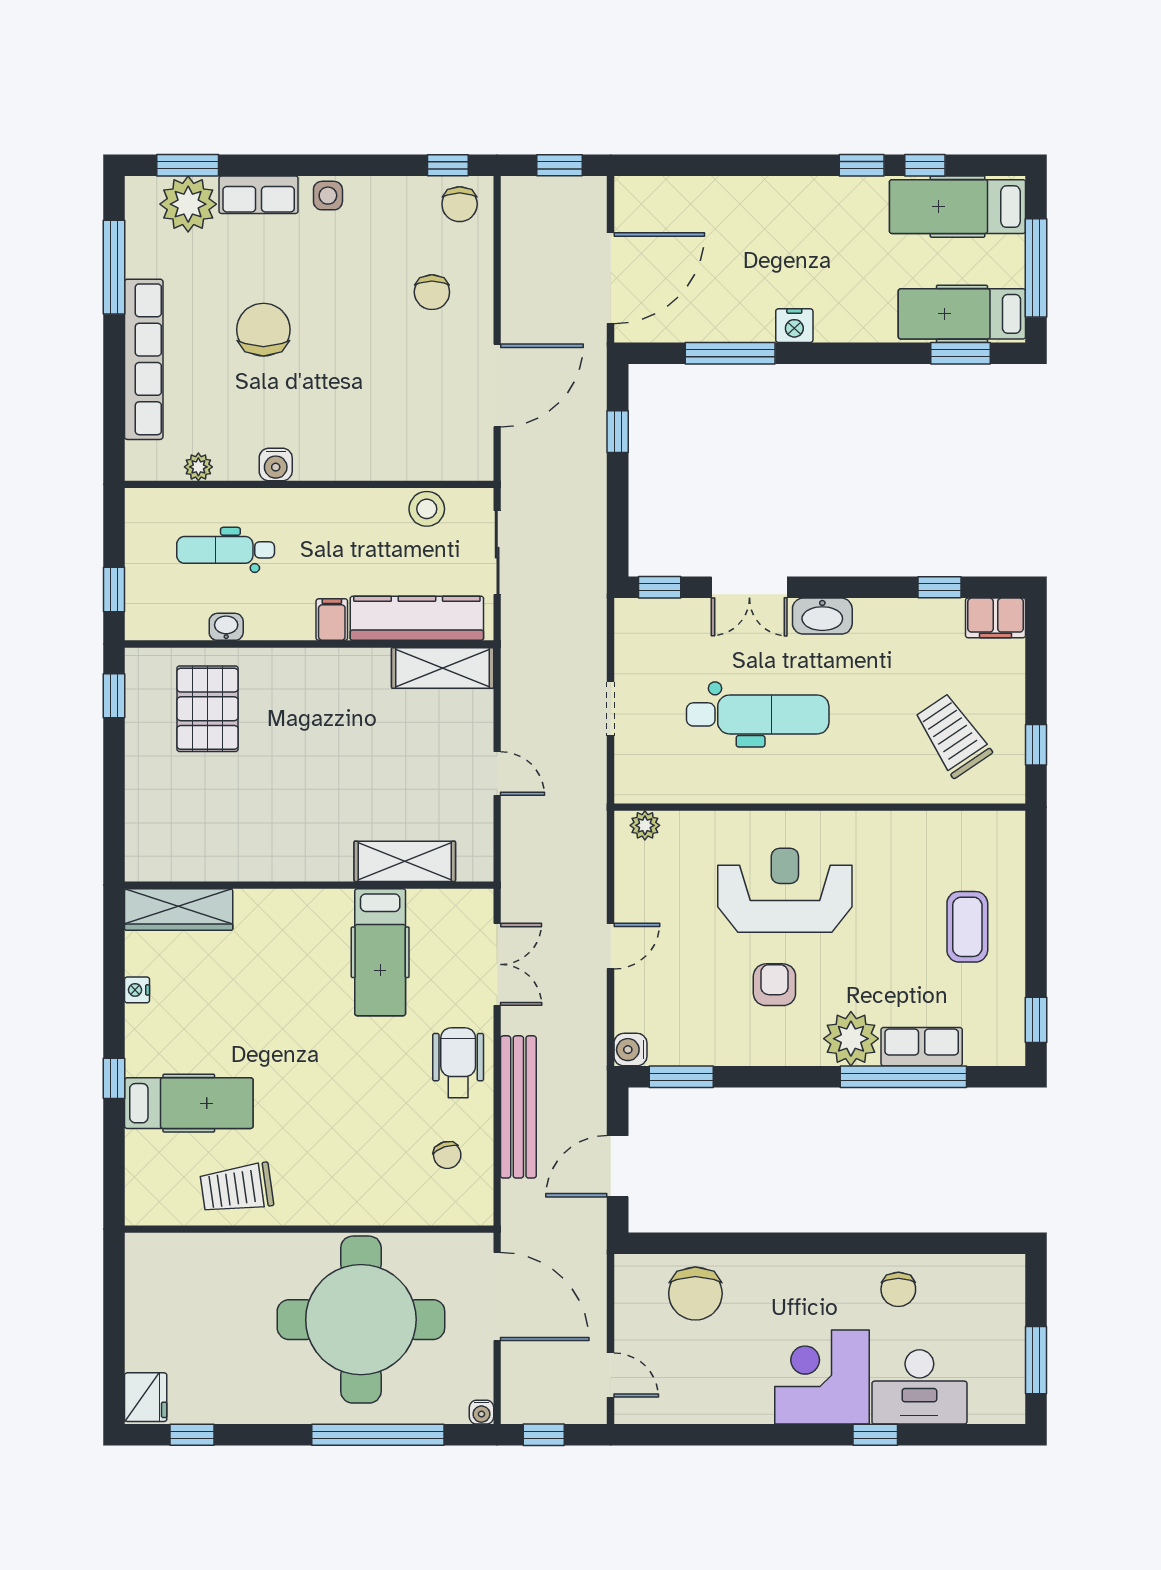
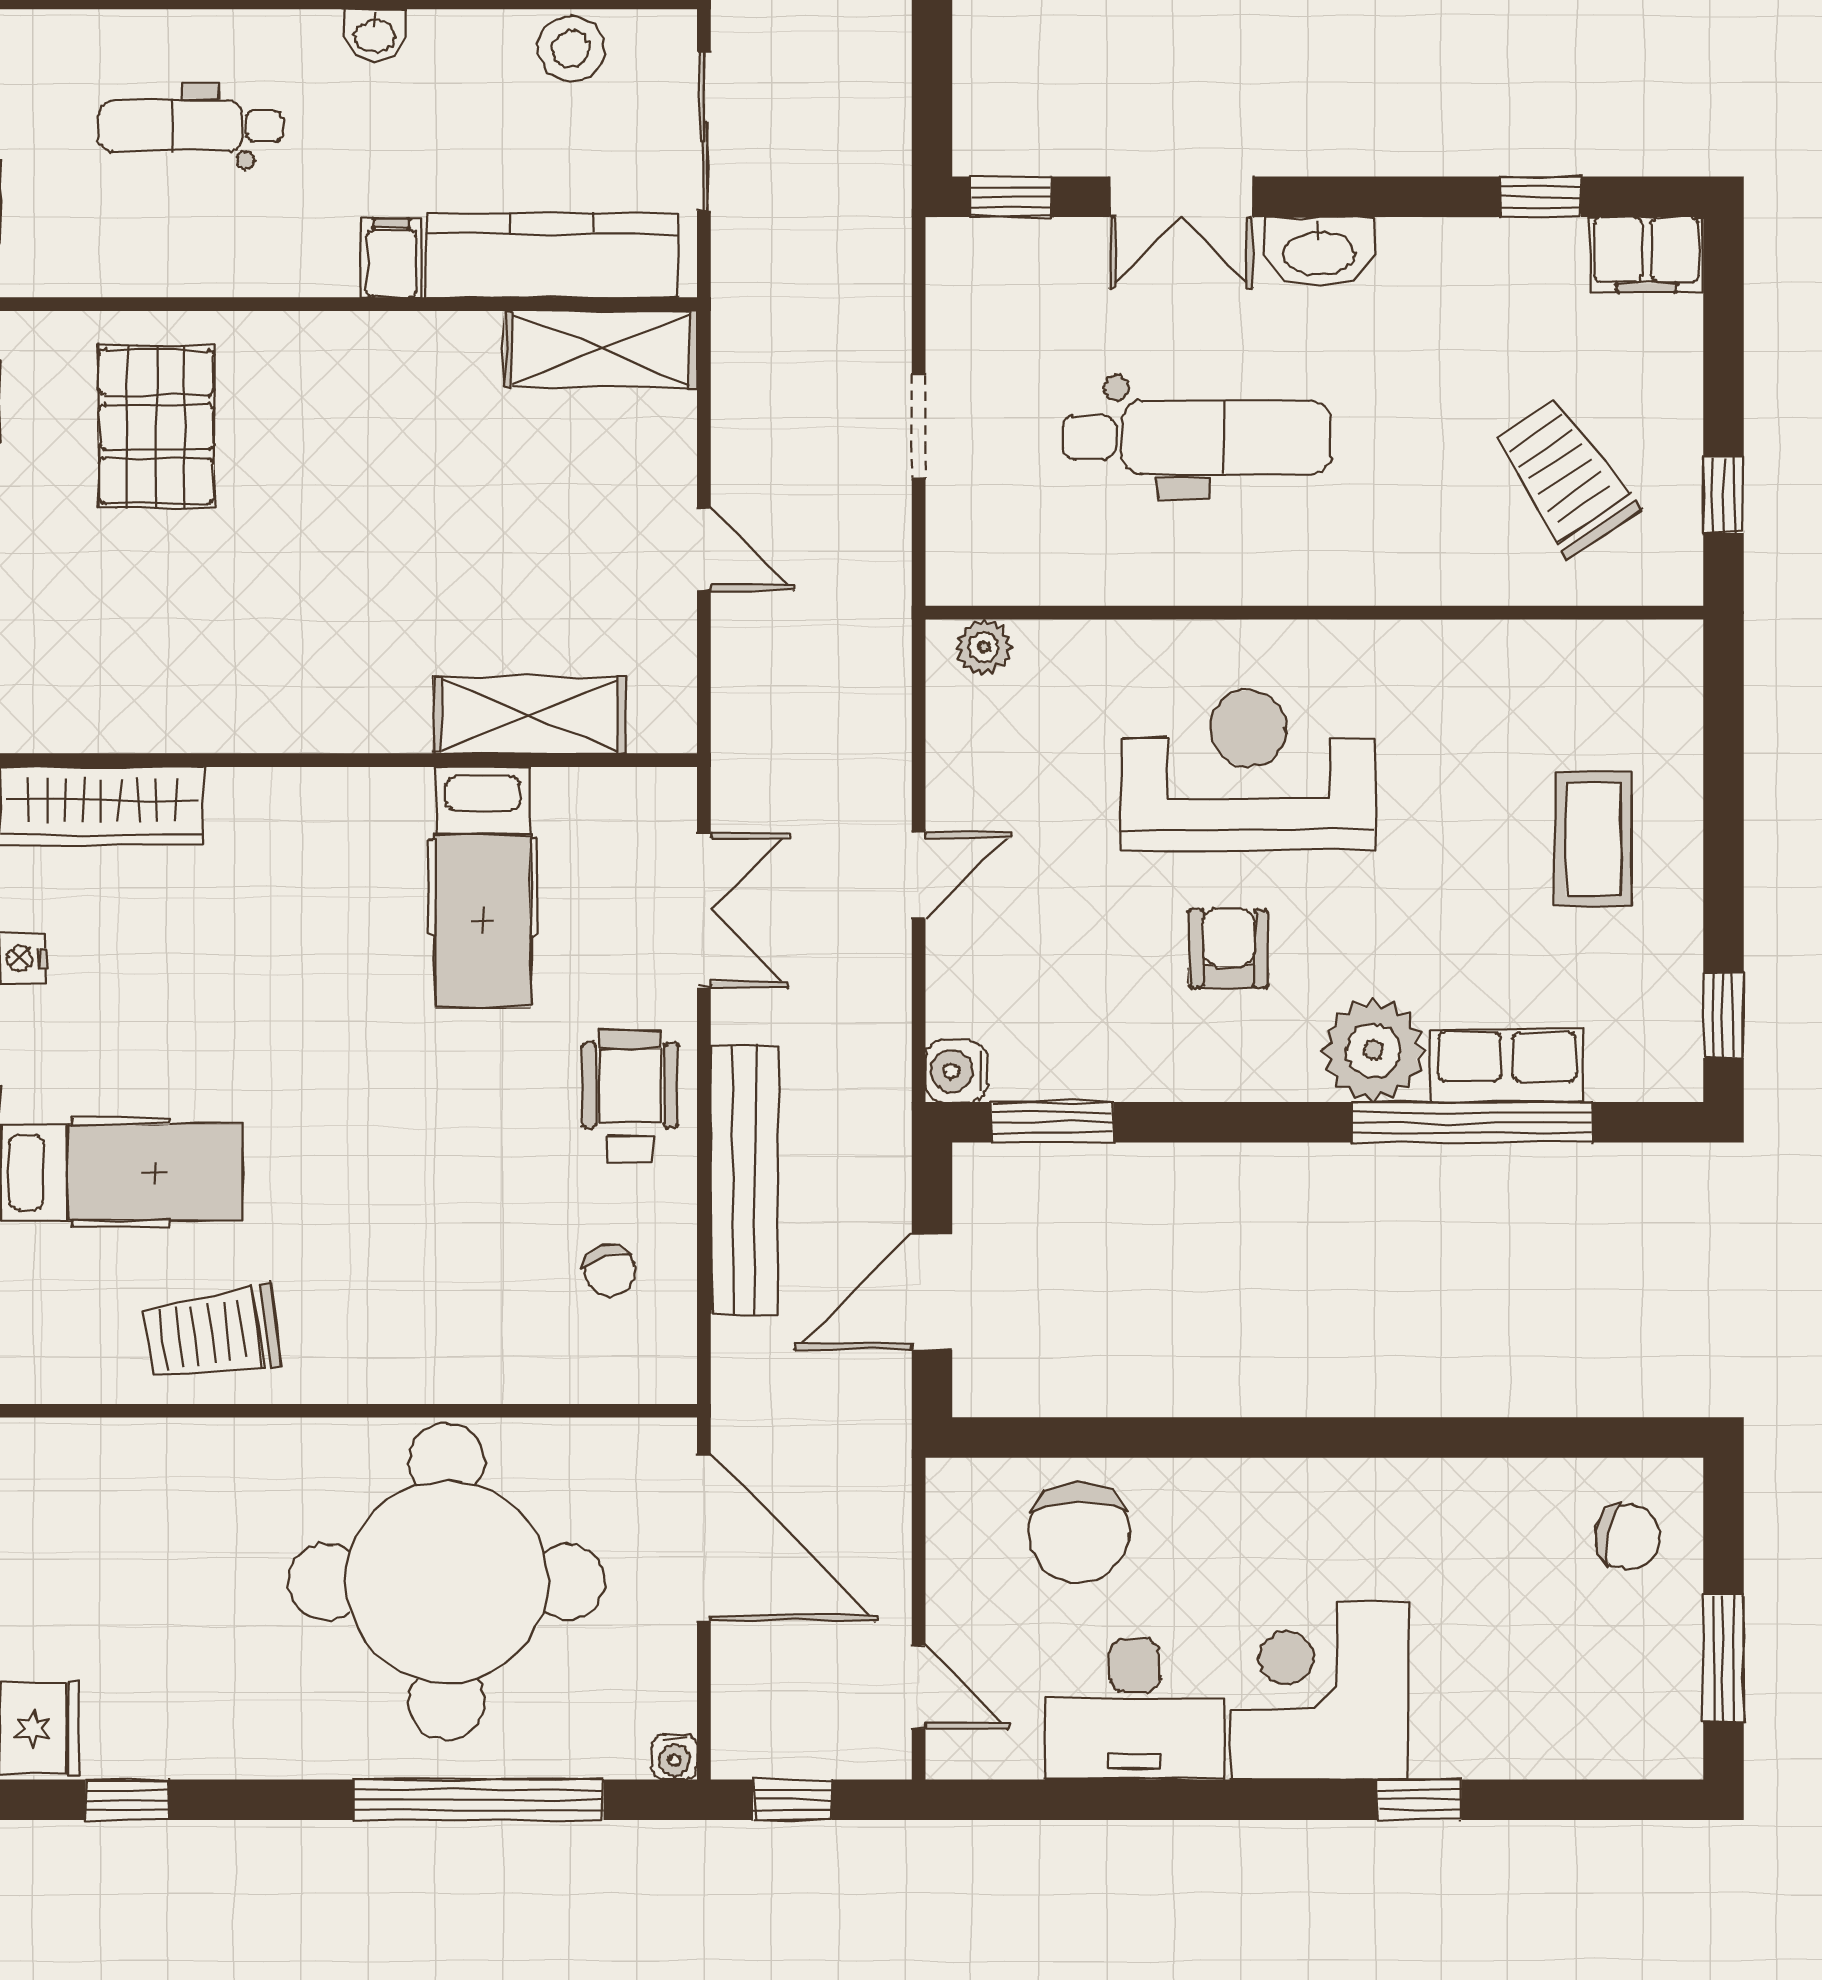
washbasin: (226, 627) -> (375, 35), moved, turned 180
chair: (898, 1289) -> (1628, 1537), moved, turned -80
desk: (919, 1387) -> (1134, 1709), moved

